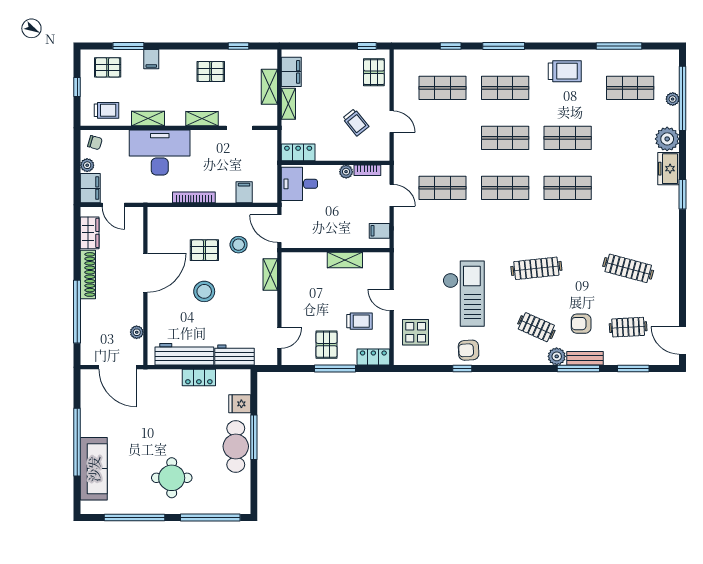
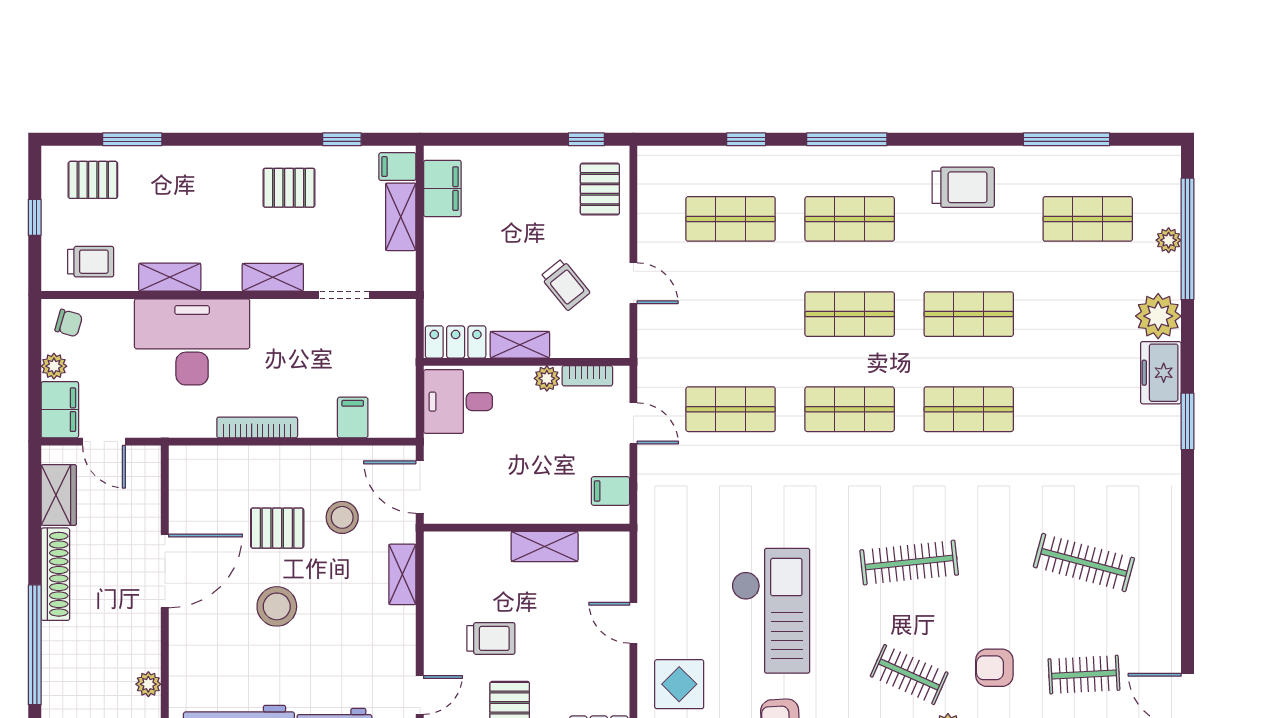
filing cabinet: (151, 59) -> (397, 167), moved, turned 90
shelving: (288, 104) -> (520, 345), moved, turned 90
trolley: (359, 321) -> (491, 638), moved

